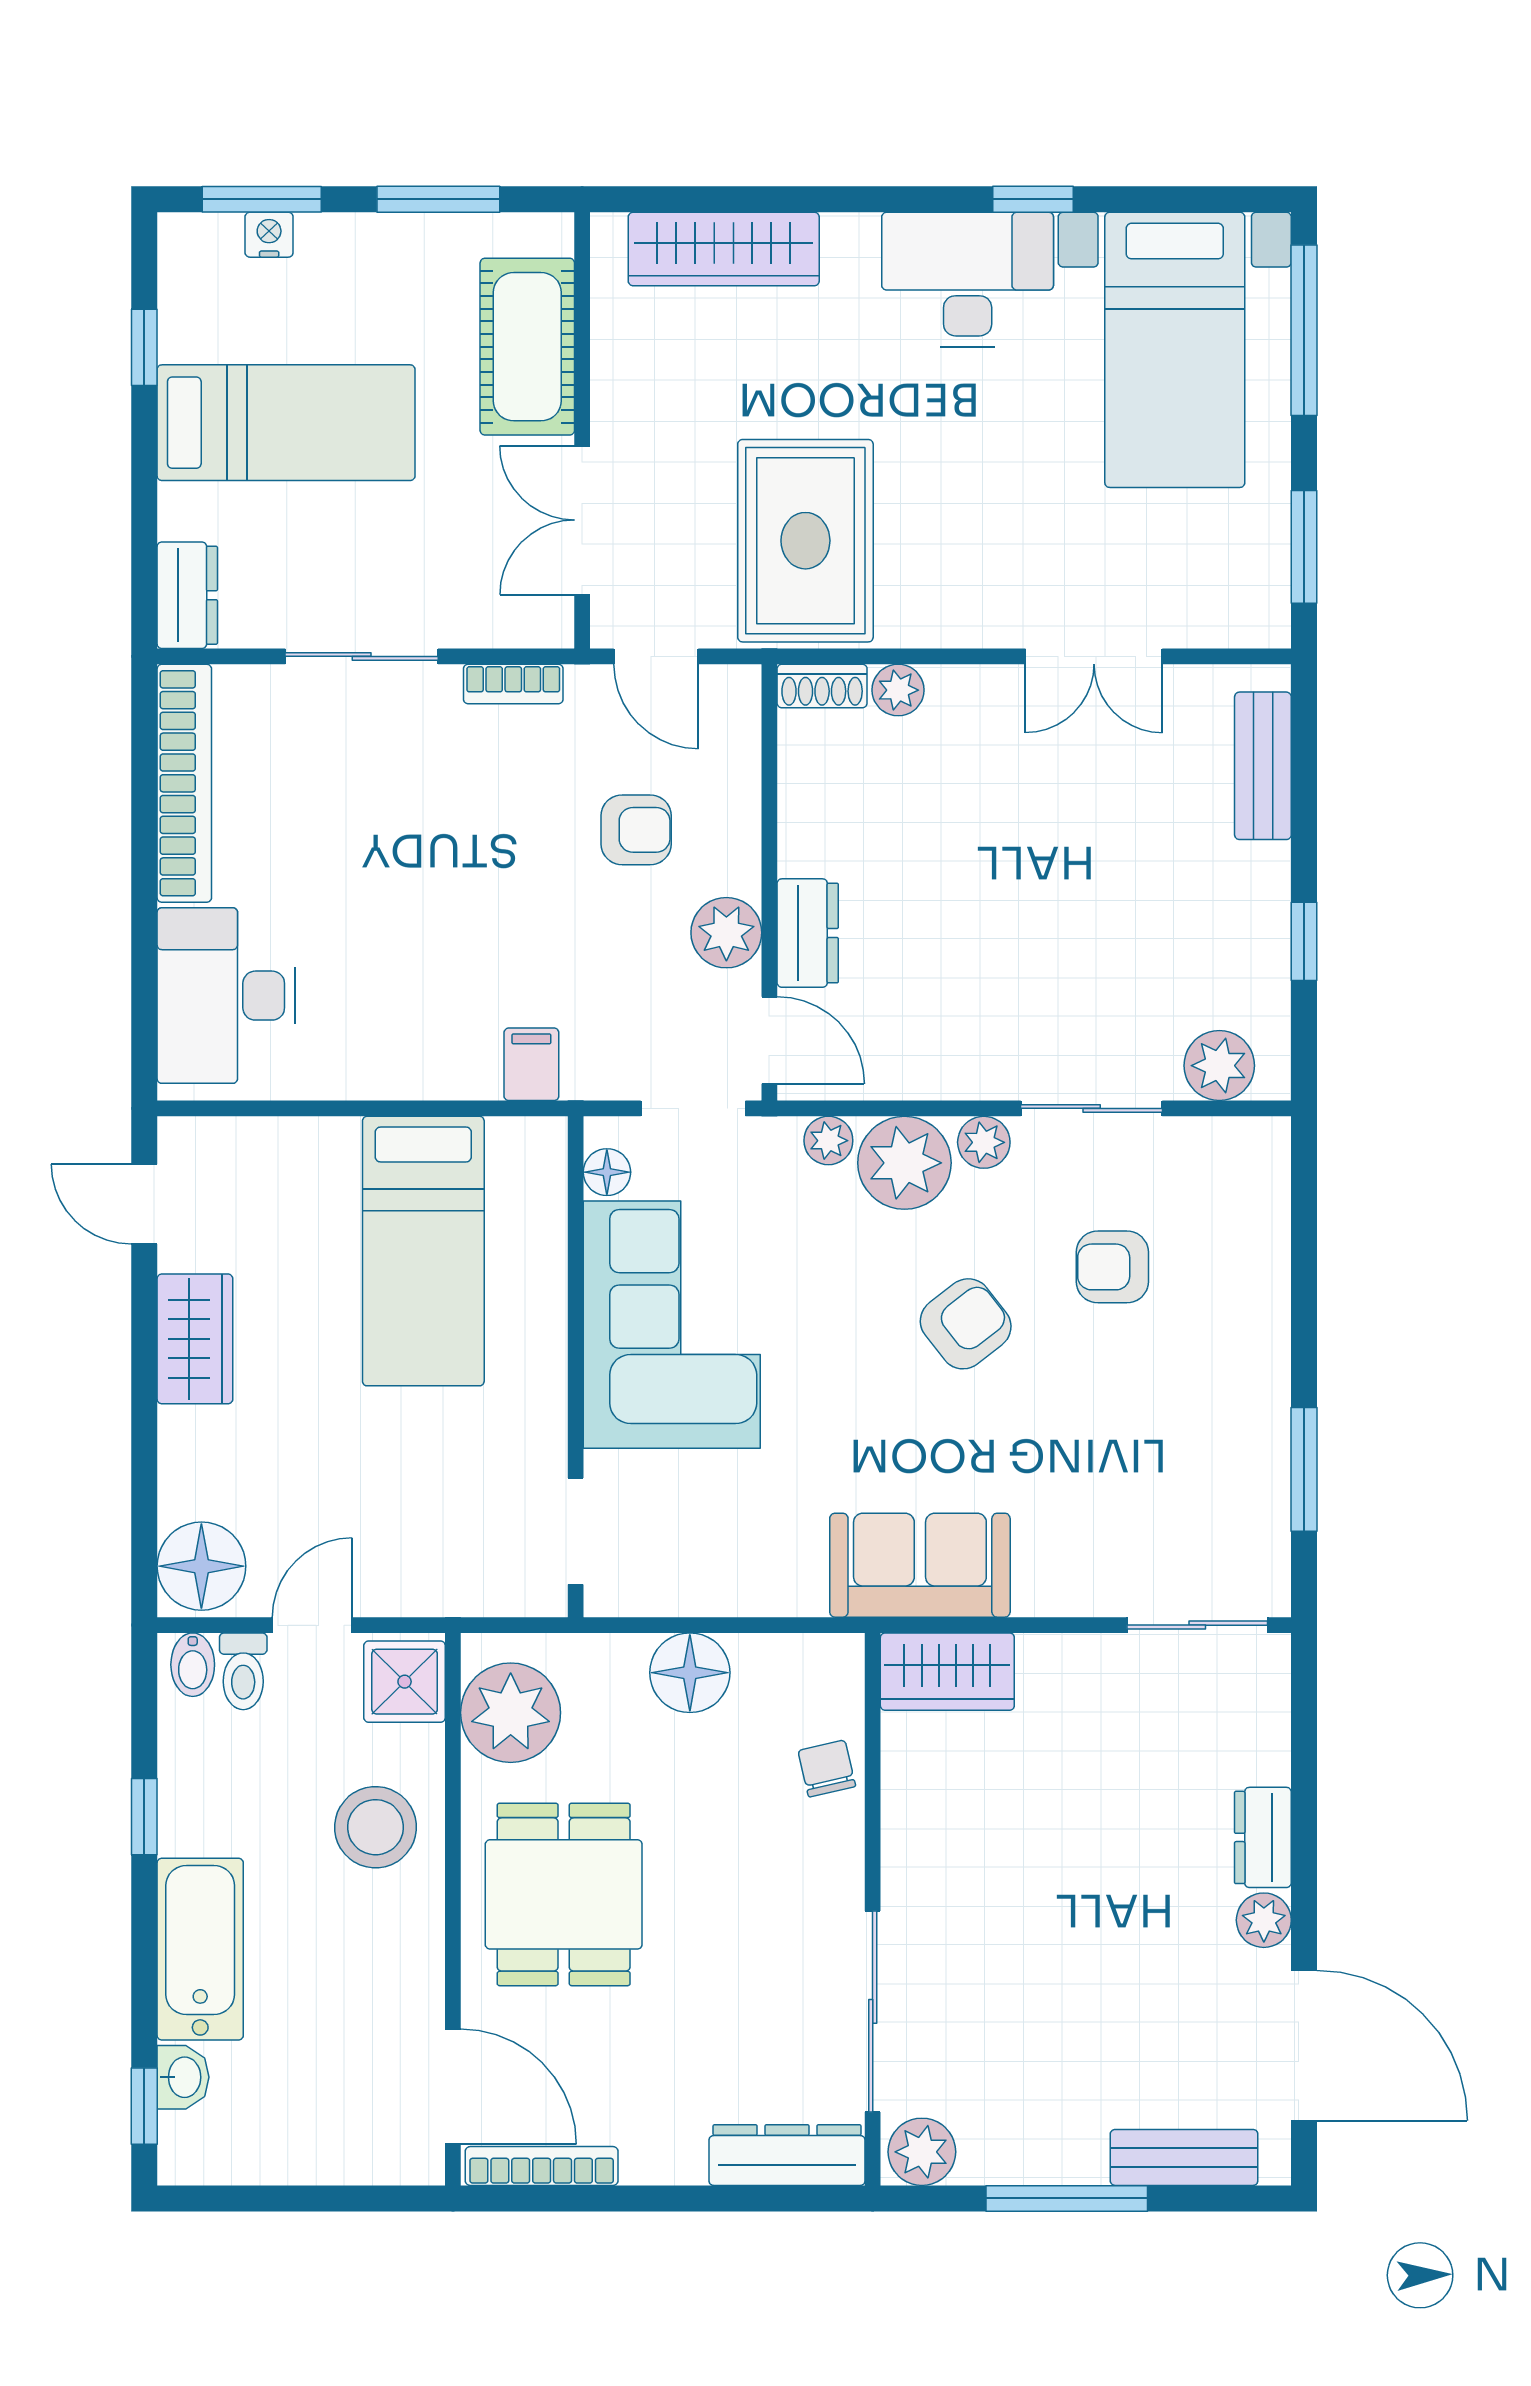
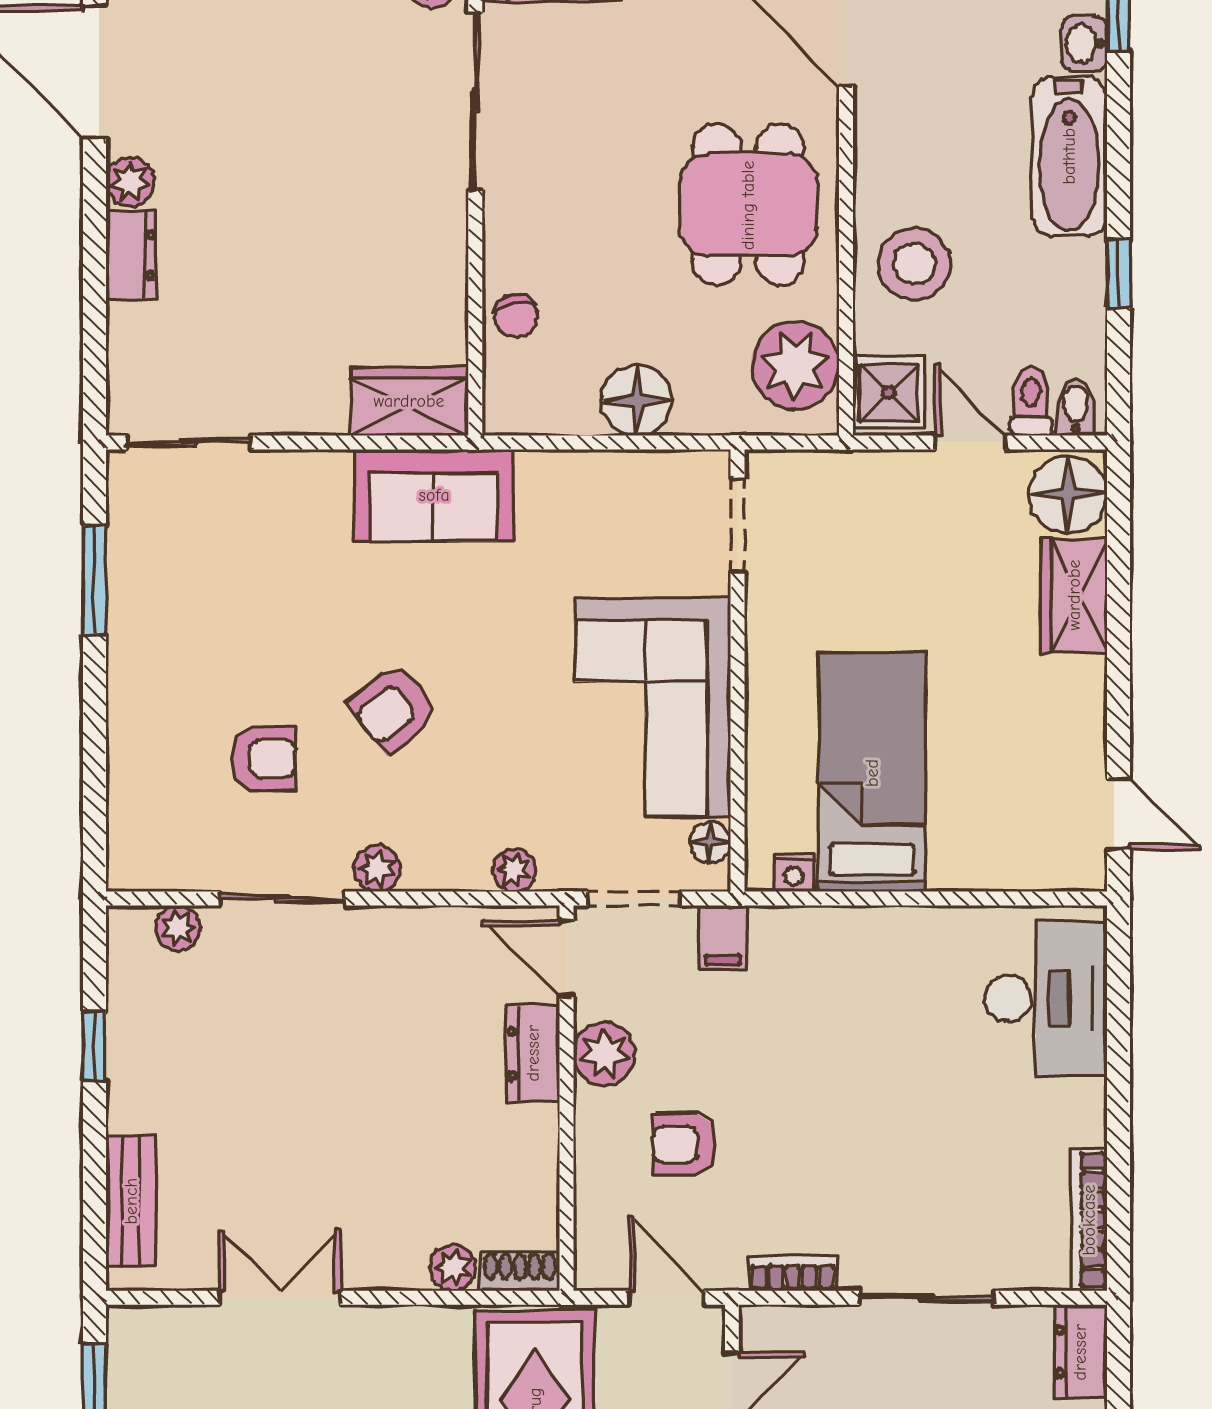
bookcase: (184, 783) -> (1089, 1220), width x0.68, depth x0.76
filing cabinet: (531, 1064) -> (723, 938), moved
plant: (1219, 1066) -> (178, 928), width x0.73, depth x0.73
nightstand: (512, 1138) -> (794, 873), added
plant: (904, 1163) -> (447, 851), removed
wardrobe: (195, 1339) -> (1074, 595), moved
door: (312, 1625) -> (970, 442), swing flipped

